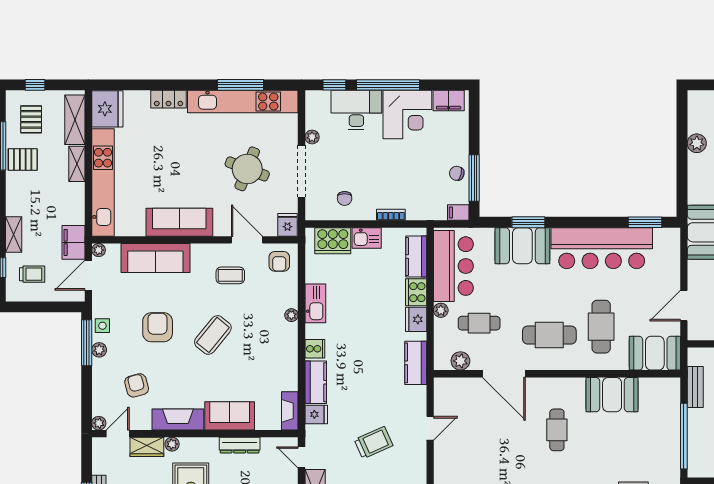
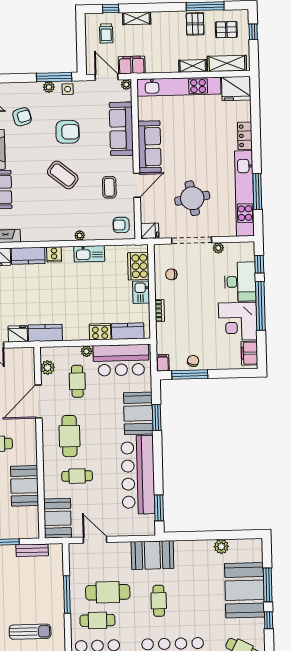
round table: (247, 169) -> (192, 198), turned -31
door: (247, 240) -> (137, 185), moved
fridge: (416, 319) -> (18, 334), moved
cafe table: (601, 327) -> (77, 476), width x0.73, depth x0.74

